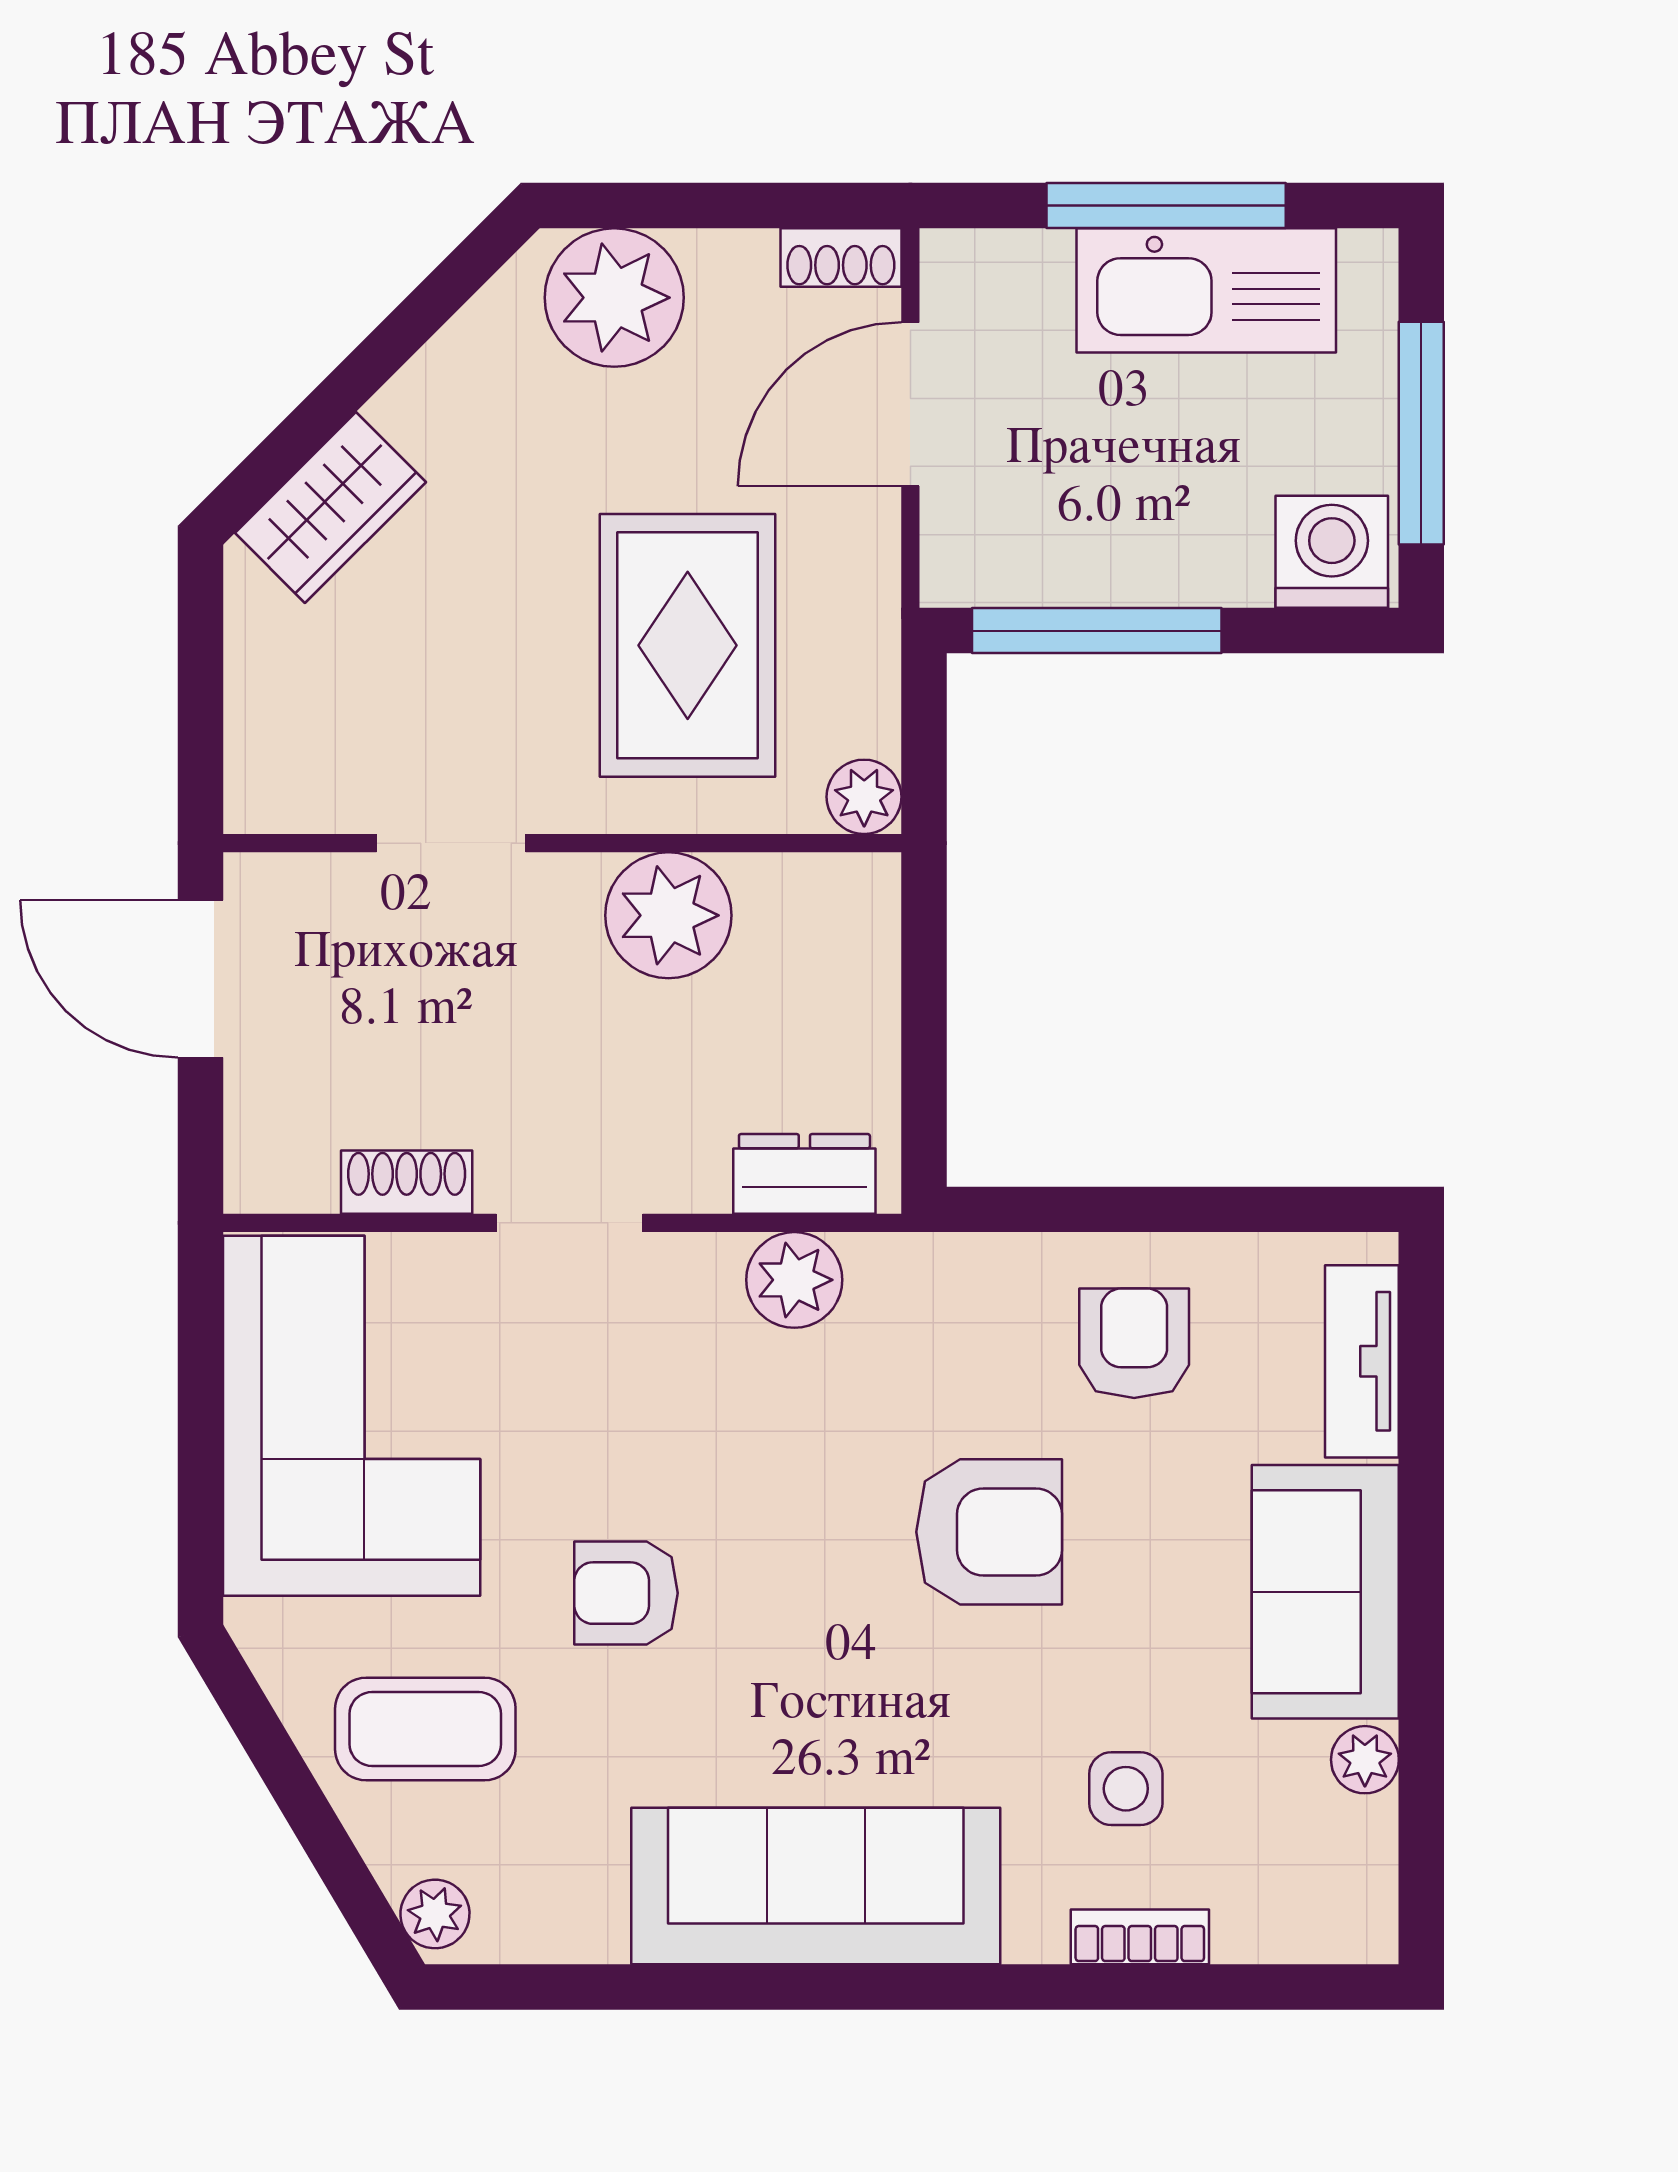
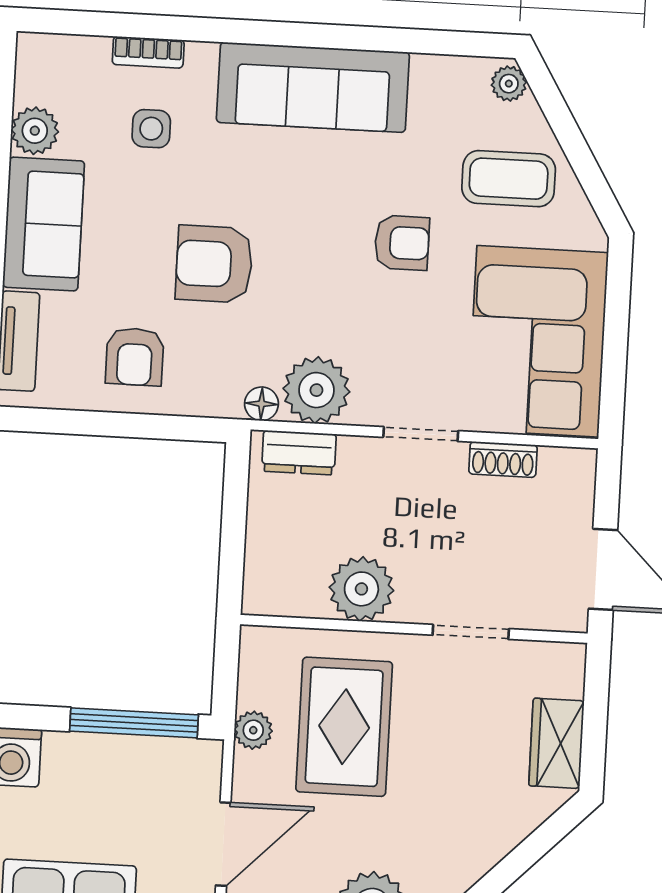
wardrobe: (330, 508) -> (556, 743), moved, turned -45
plant: (864, 797) -> (253, 730), moved
floor lamp: (882, 1265) -> (261, 404), added
plant: (794, 1280) -> (316, 390), width x1.36, depth x1.36
plant: (1365, 1760) -> (35, 131), width x1.38, depth x1.38

